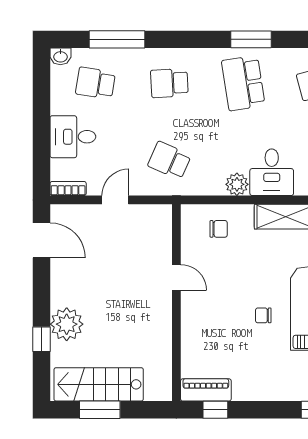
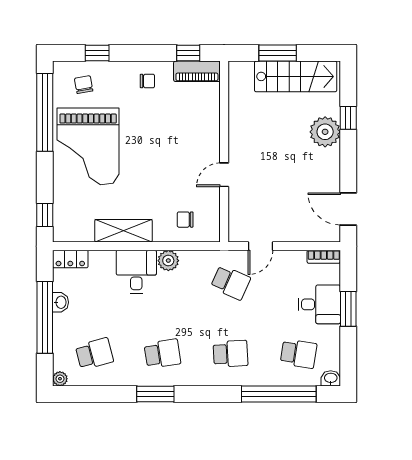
window: (117, 39) -> (279, 394), width x1.46
school desk: (243, 83) -> (162, 354), width x0.54
window: (41, 132) -> (348, 309), added
door: (115, 200) -> (260, 246), moved
door: (176, 277) -> (224, 175), hinge flipped
chair: (263, 315) -> (147, 81), moved
window: (100, 410) -> (278, 53), moved

